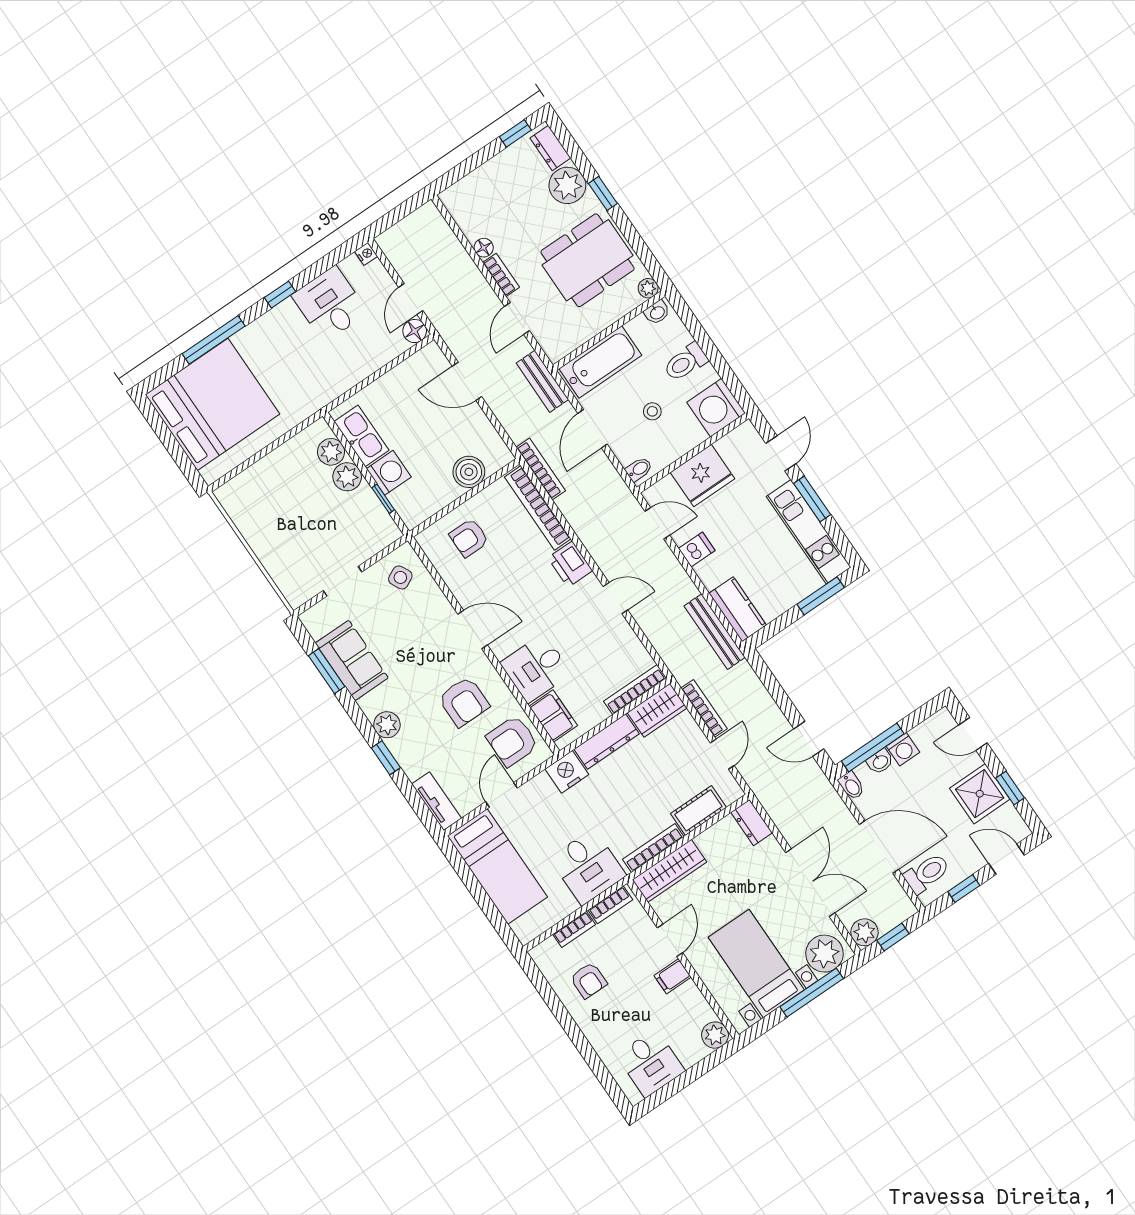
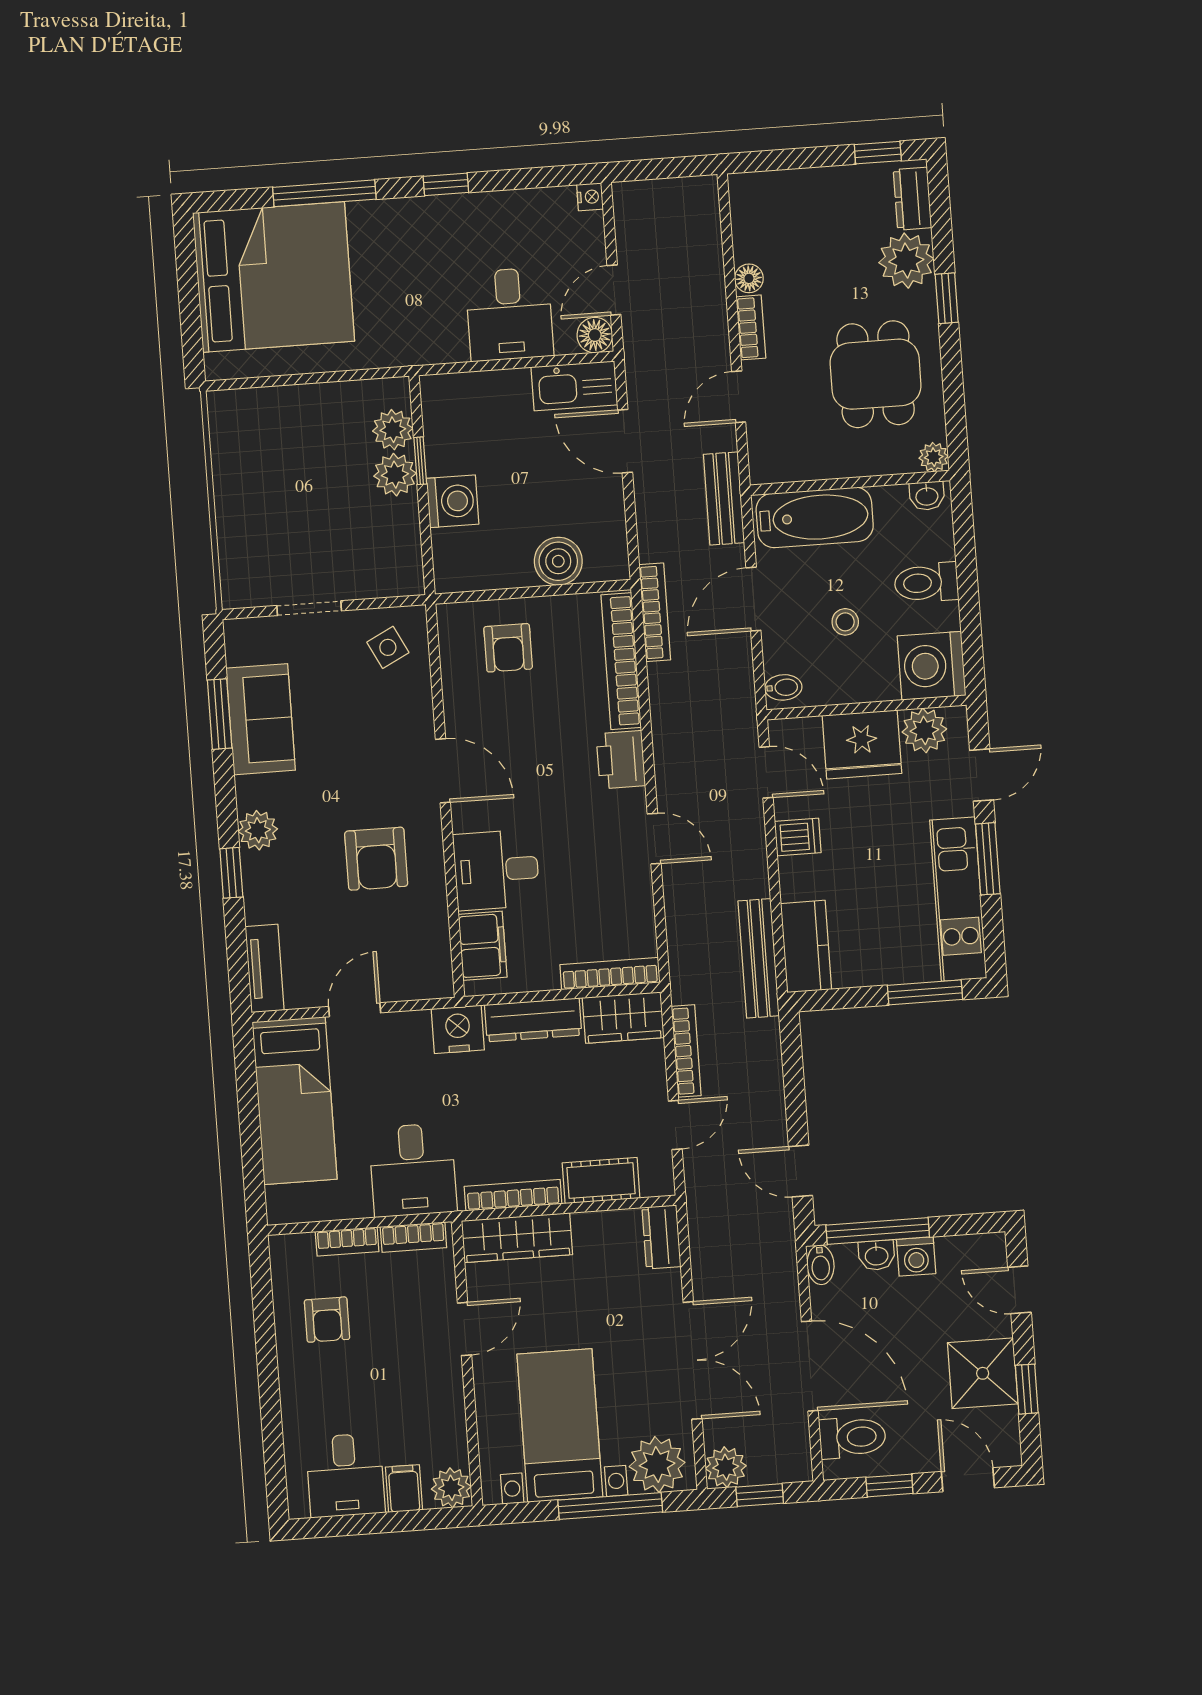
dining table: (588, 260) -> (876, 374), width x0.73
desk: (330, 304) -> (509, 314), moved, turned 180
kitchen sink: (361, 436) -> (574, 386), moved, turned 90
plant: (733, 447) -> (924, 730), added
window: (383, 499) -> (420, 461), moved
armchair: (469, 538) -> (508, 648), turned -90
armchair: (512, 741) -> (410, 947), removed
filing cabinet: (673, 976) -> (404, 1489), moved, turned 90

